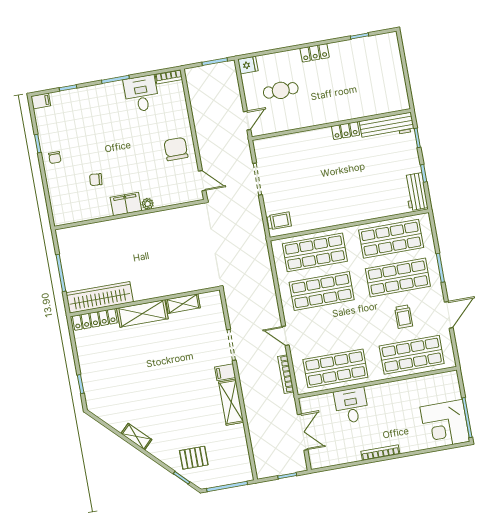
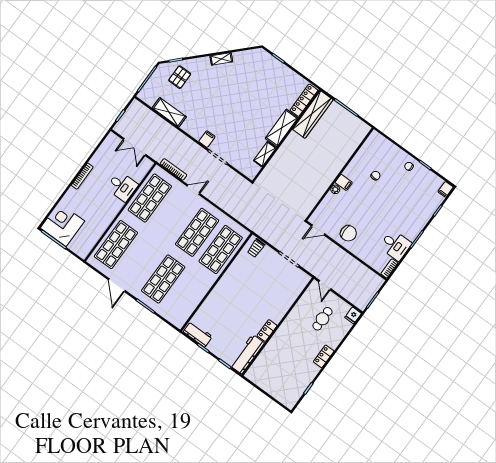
filing cabinet: (126, 204) -> (344, 182), width x0.50
shop shelf: (391, 239) -> (187, 296), removed
trolley: (404, 317) -> (140, 261), removed
shelving: (231, 402) -> (169, 112), moved

